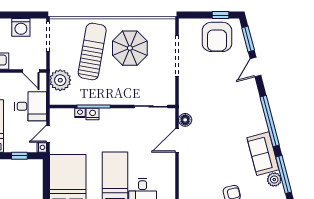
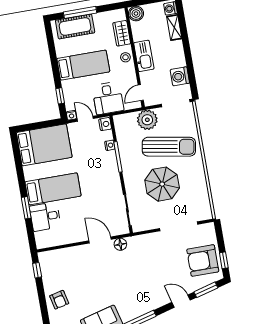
parasol: (130, 48) -> (162, 184), moved
plant: (60, 80) -> (147, 120), moved
nightstand: (93, 114) -> (105, 124), moved

